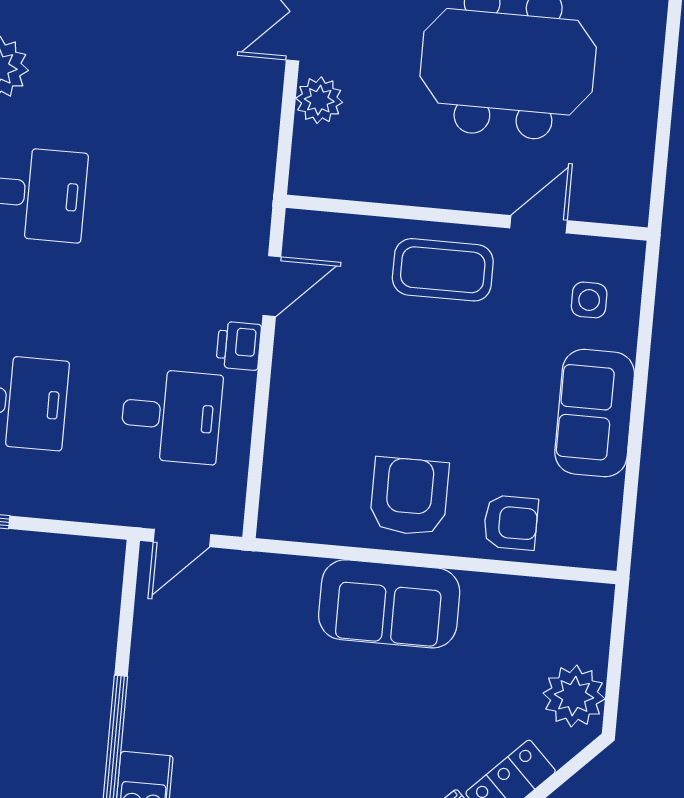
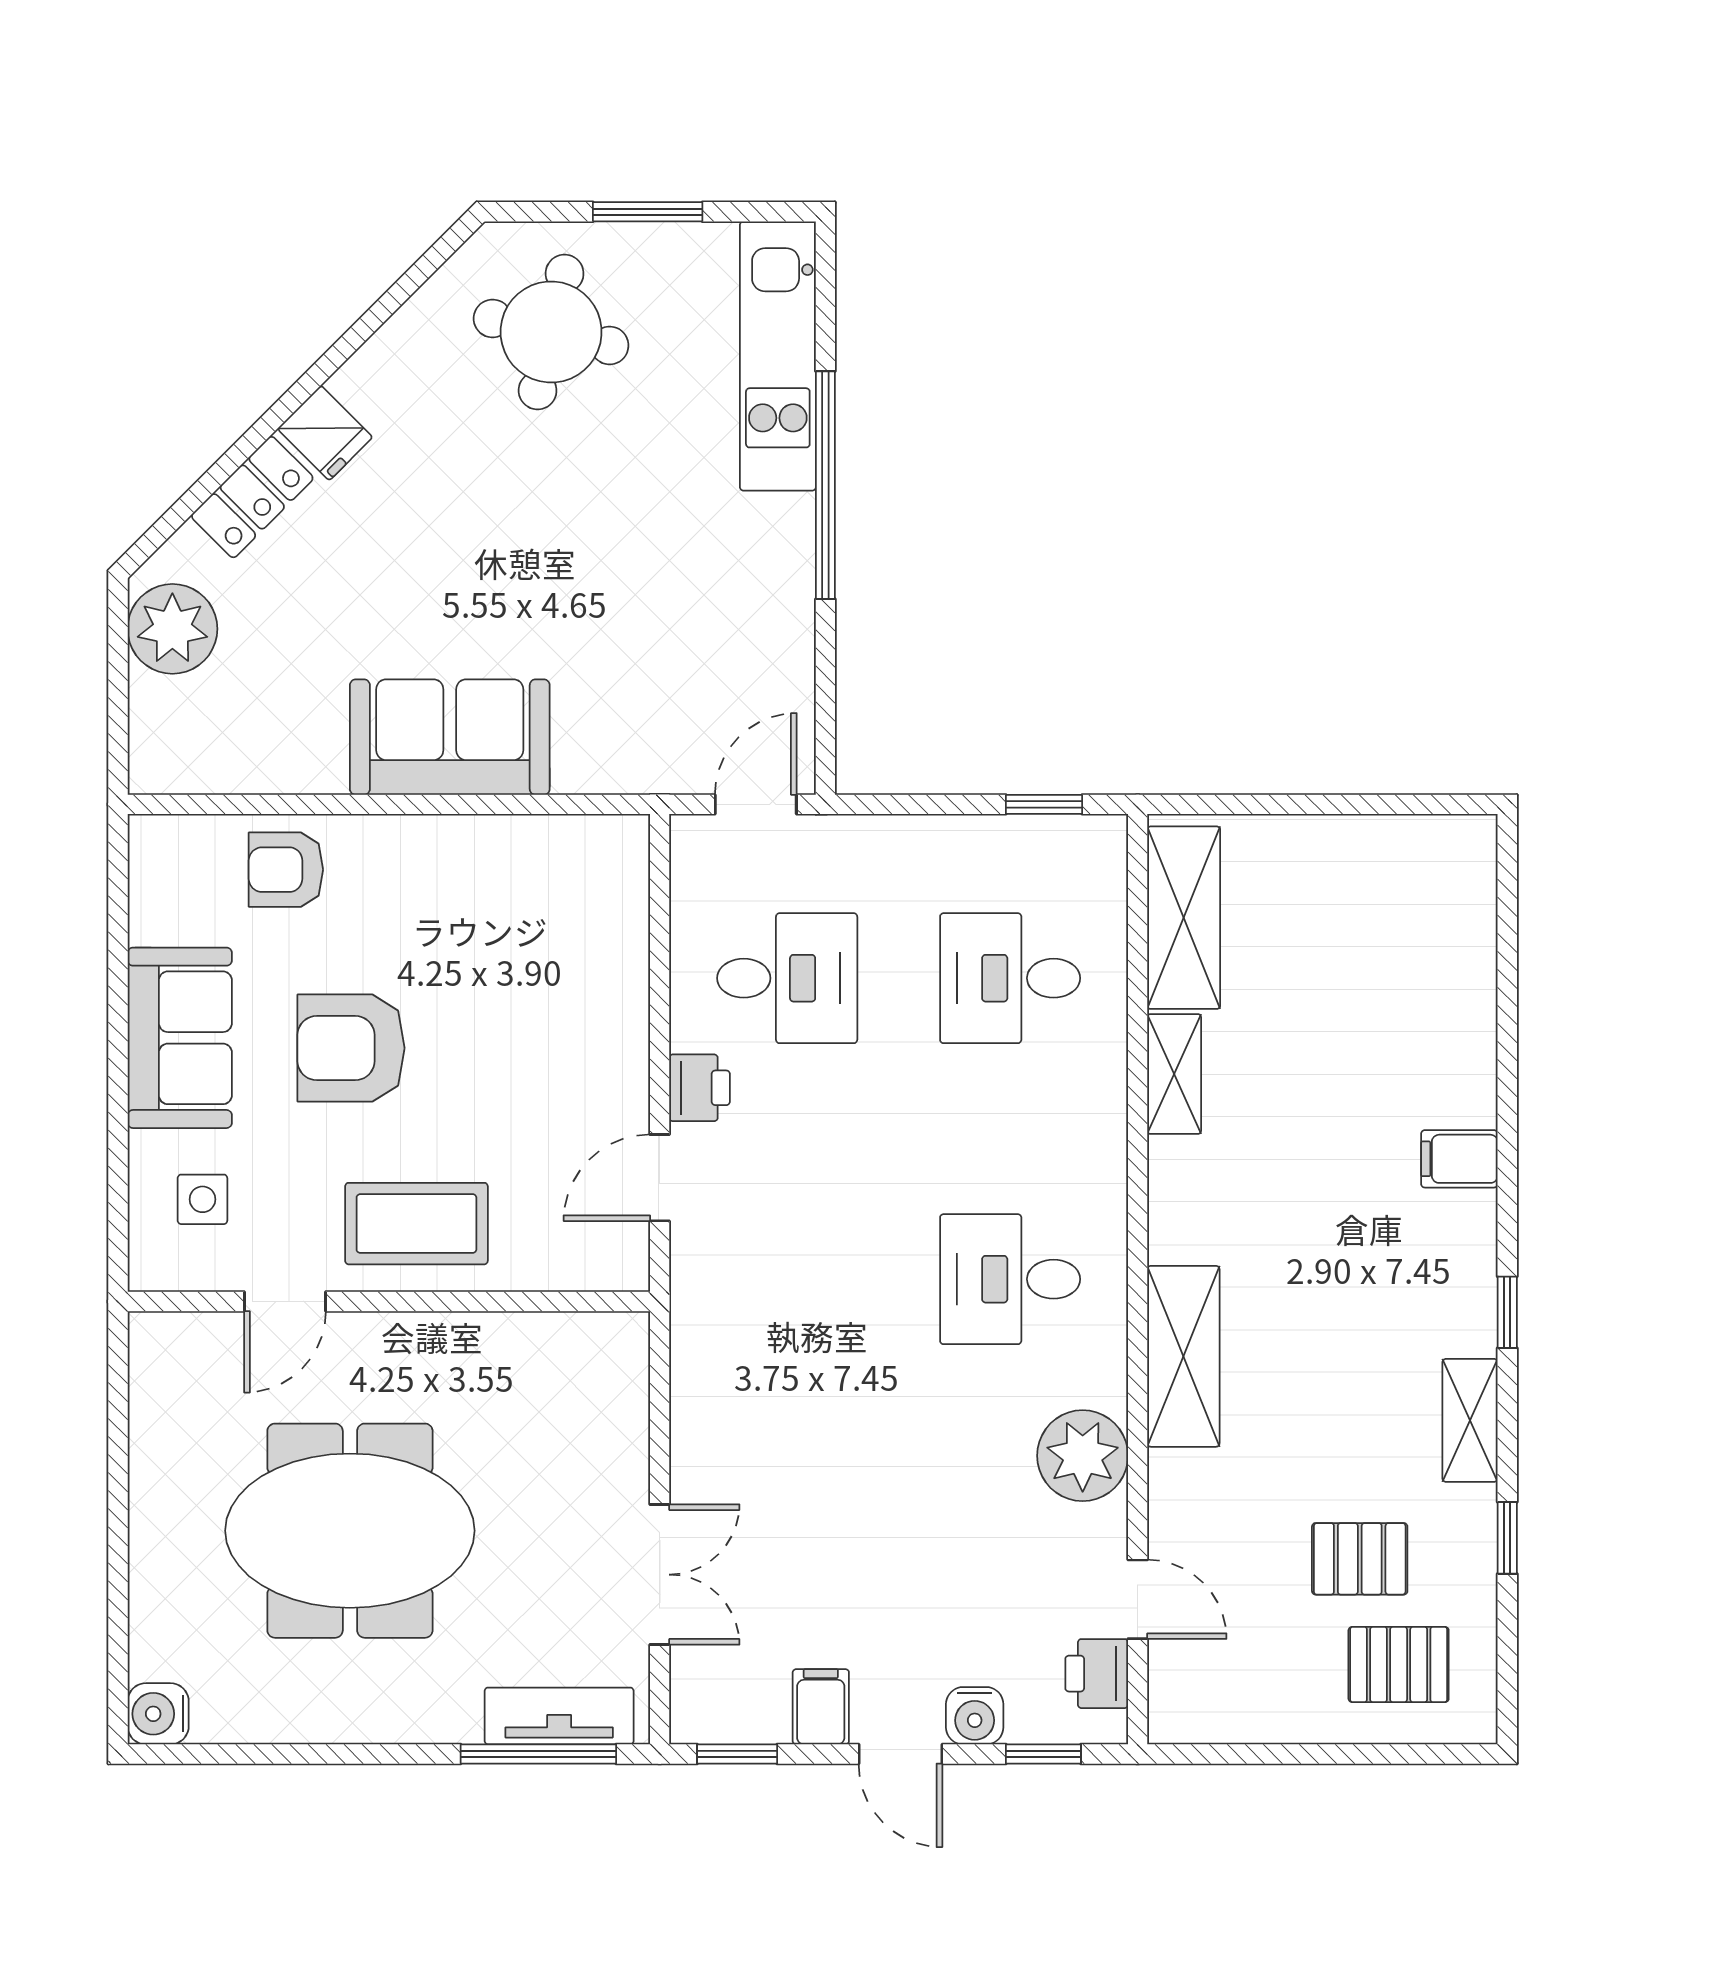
plant: (319, 100) -> (616, 1451), removed
desk: (171, 416) -> (787, 978), turned 180
armchair: (409, 496) -> (351, 1048), moved, turned 90

